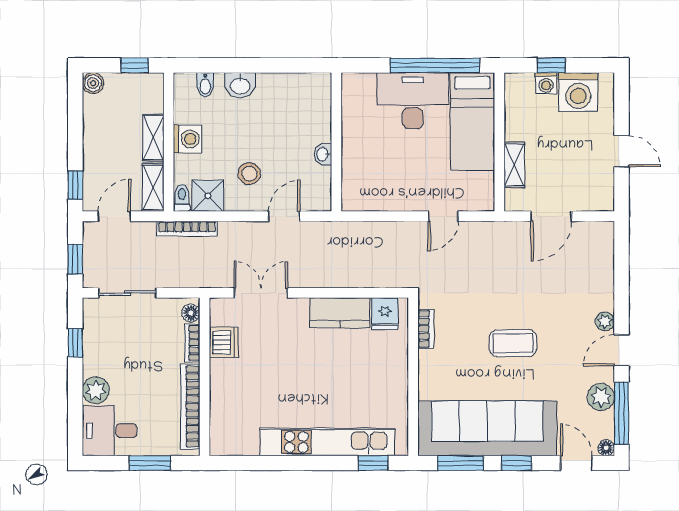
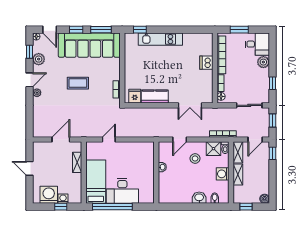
dishwasher: (224, 343) -> (206, 63), moved
window: (622, 413) -> (29, 52), width x0.46
kitchen unit: (327, 442) -> (160, 39), width x0.73

